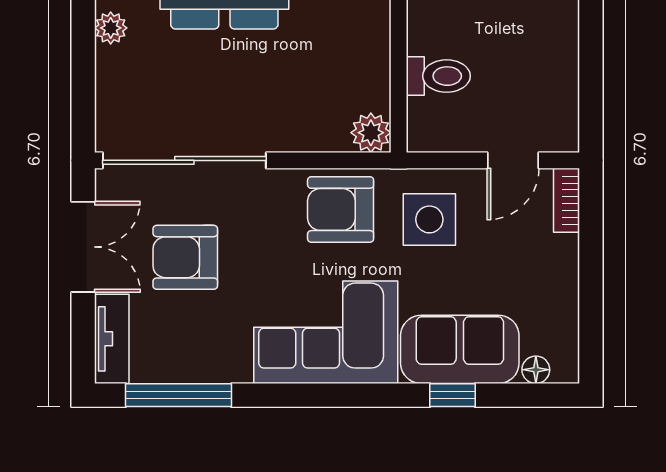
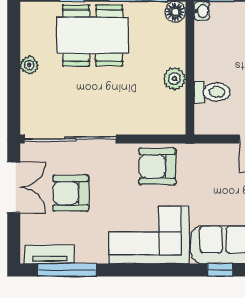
plant: (371, 133) -> (174, 79), moved
side table: (429, 219) -> (207, 172), removed
tv unit: (112, 339) -> (50, 254), moved, turned -90

